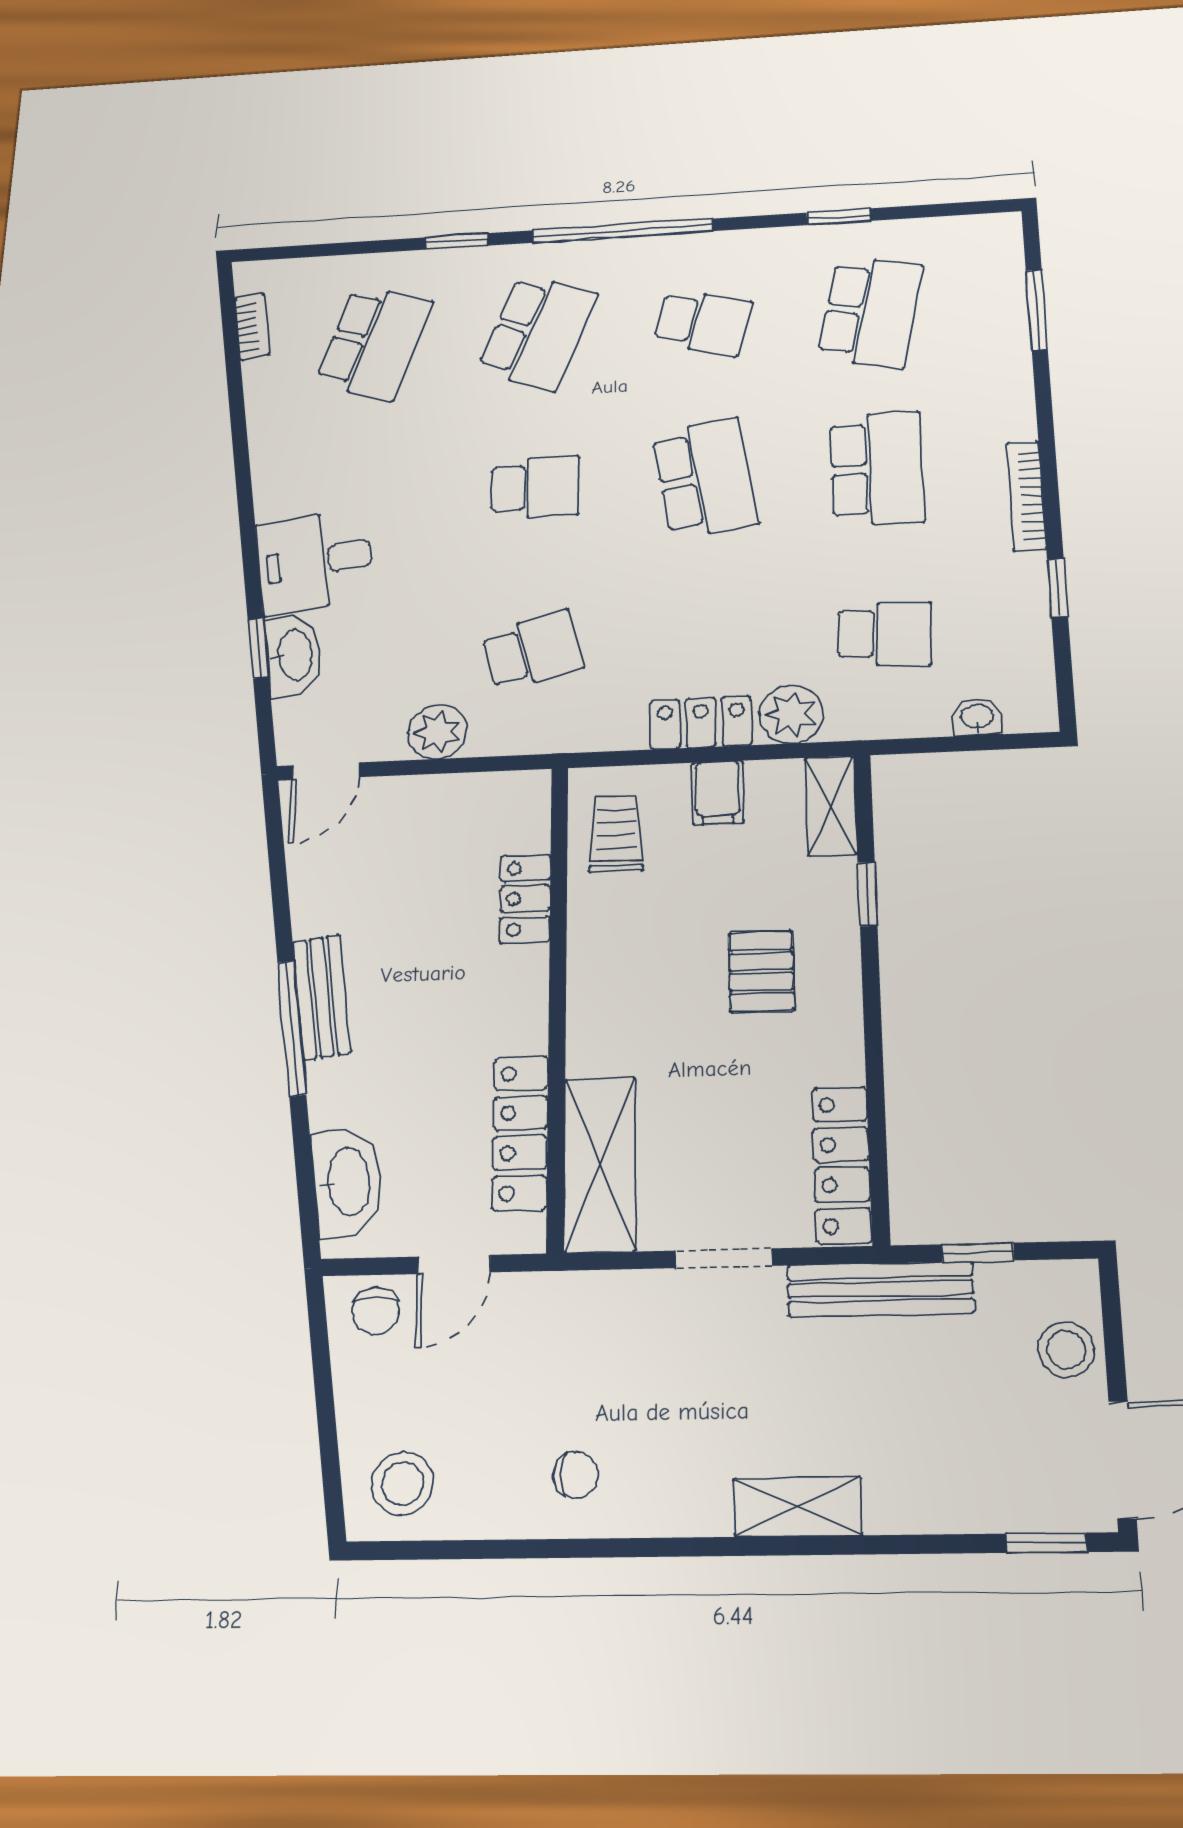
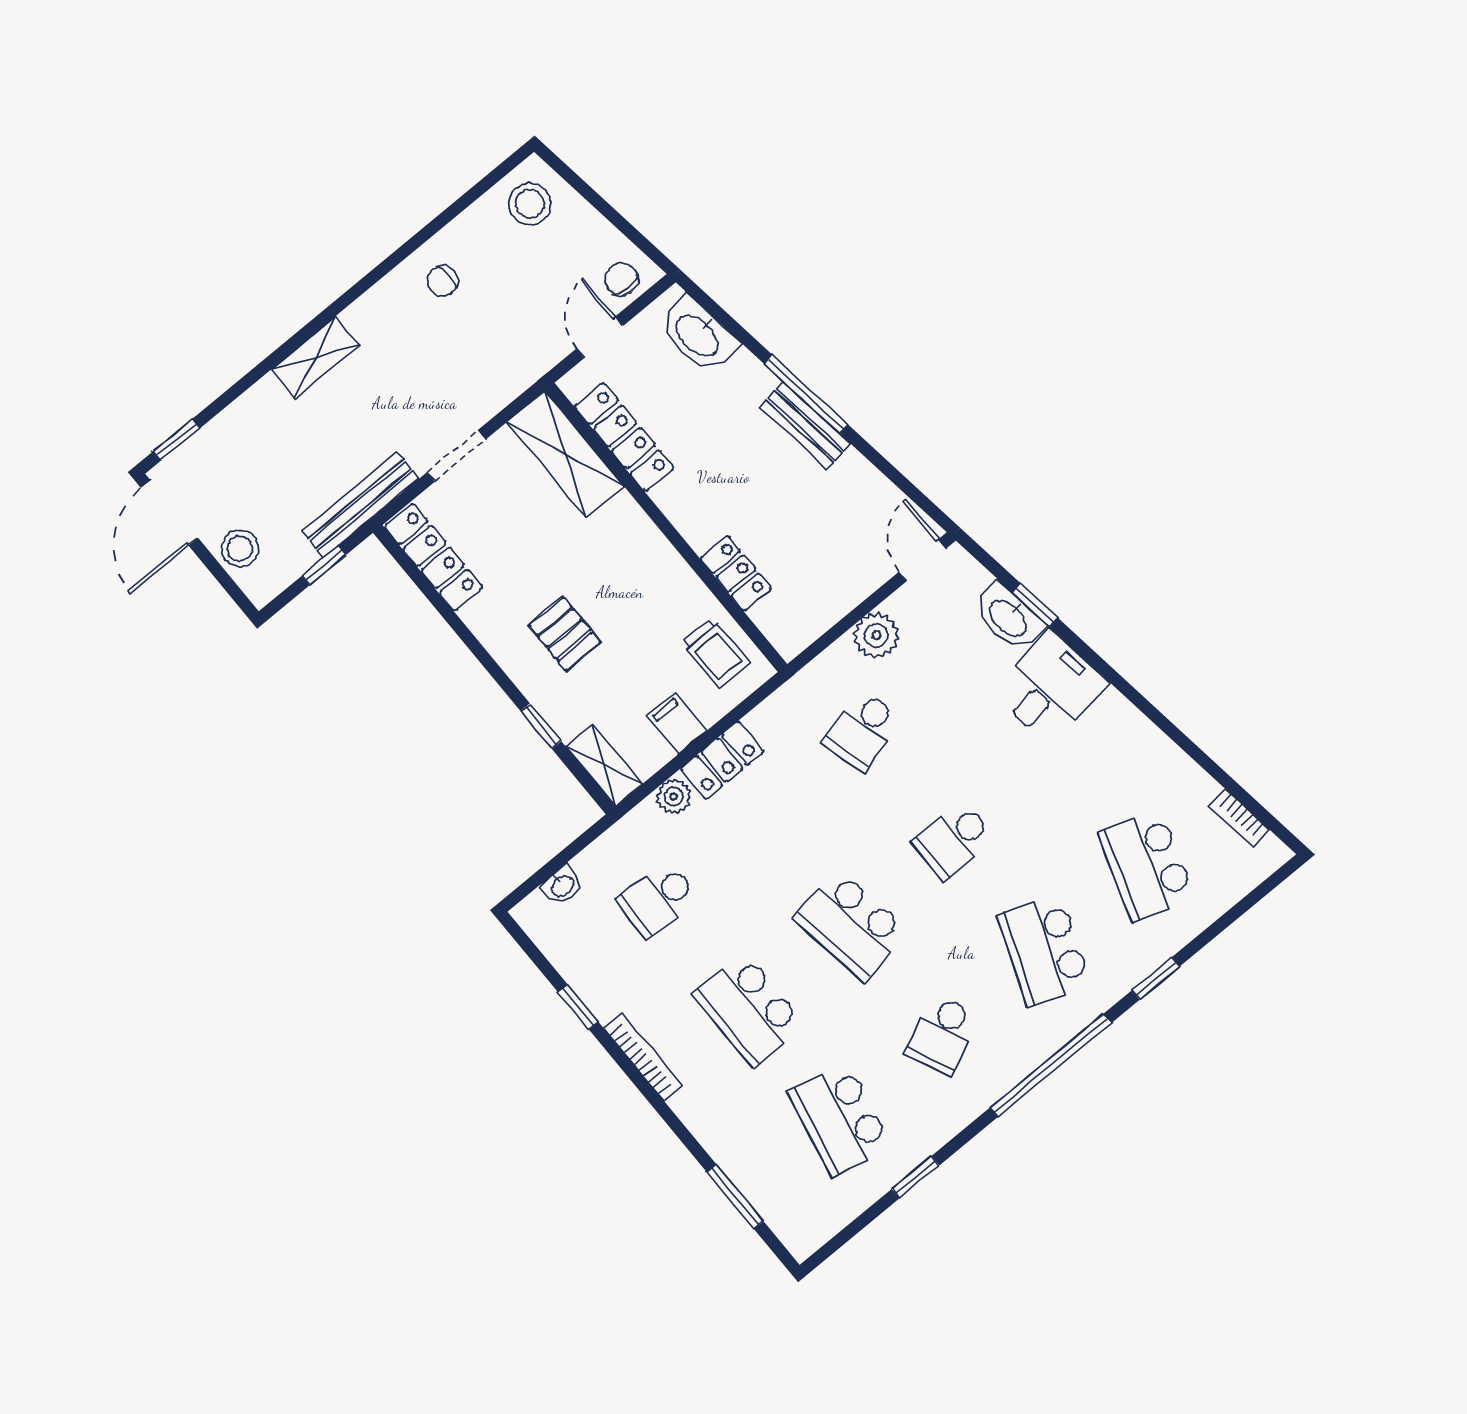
school desk: (703, 322) -> (942, 1035), turned -39
plant: (791, 714) -> (674, 797), width x0.73, depth x0.73

